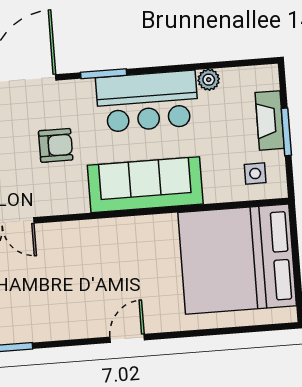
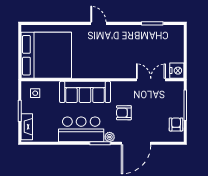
plant: (209, 80) -> (110, 137), moved
fireplace: (270, 120) -> (27, 127), moved
door: (127, 338) -> (98, 23), swing flipped

